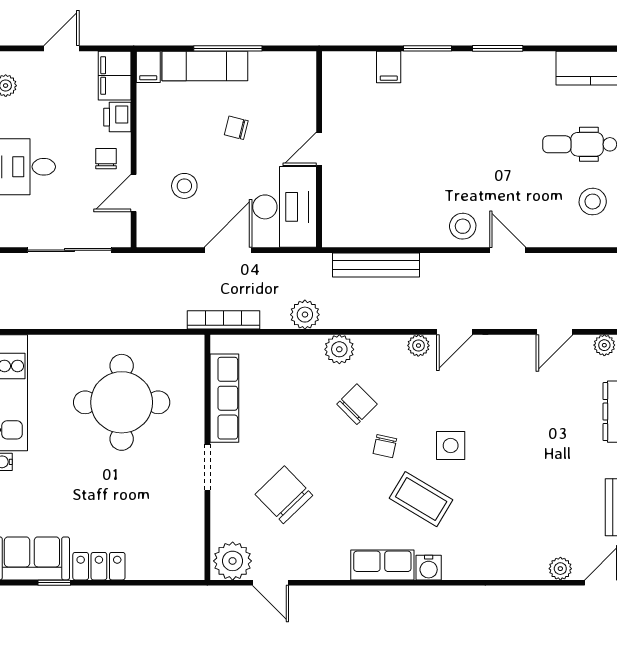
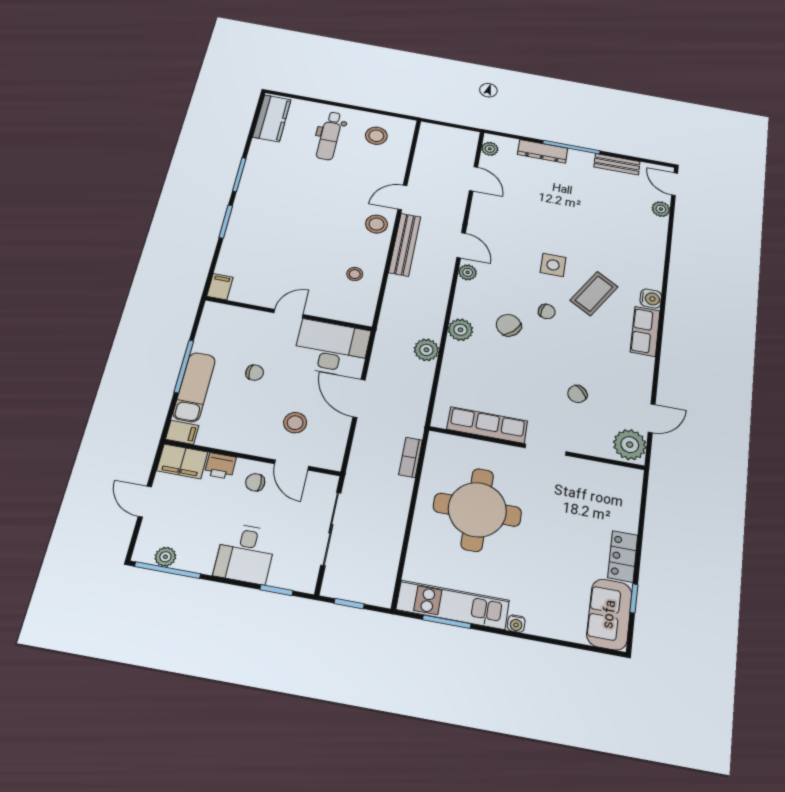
filing cabinet: (389, 67) -> (220, 287), moved, turned -90
chair: (236, 128) -> (255, 373), turned -104
door: (319, 149) -> (288, 314), swing flipped
stool: (388, 214) -> (355, 274), added
bench: (376, 265) -> (405, 245), moved
bookcase: (223, 320) -> (411, 457), moved, width x0.64
chair: (284, 495) -> (577, 394), width x0.54, depth x0.54

